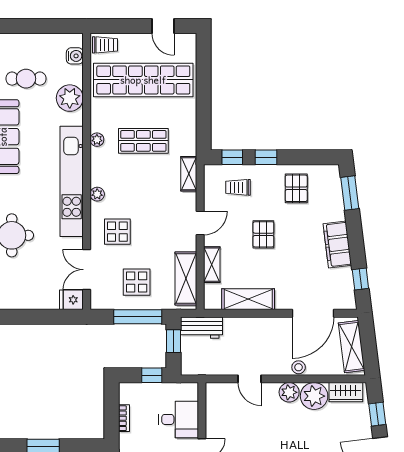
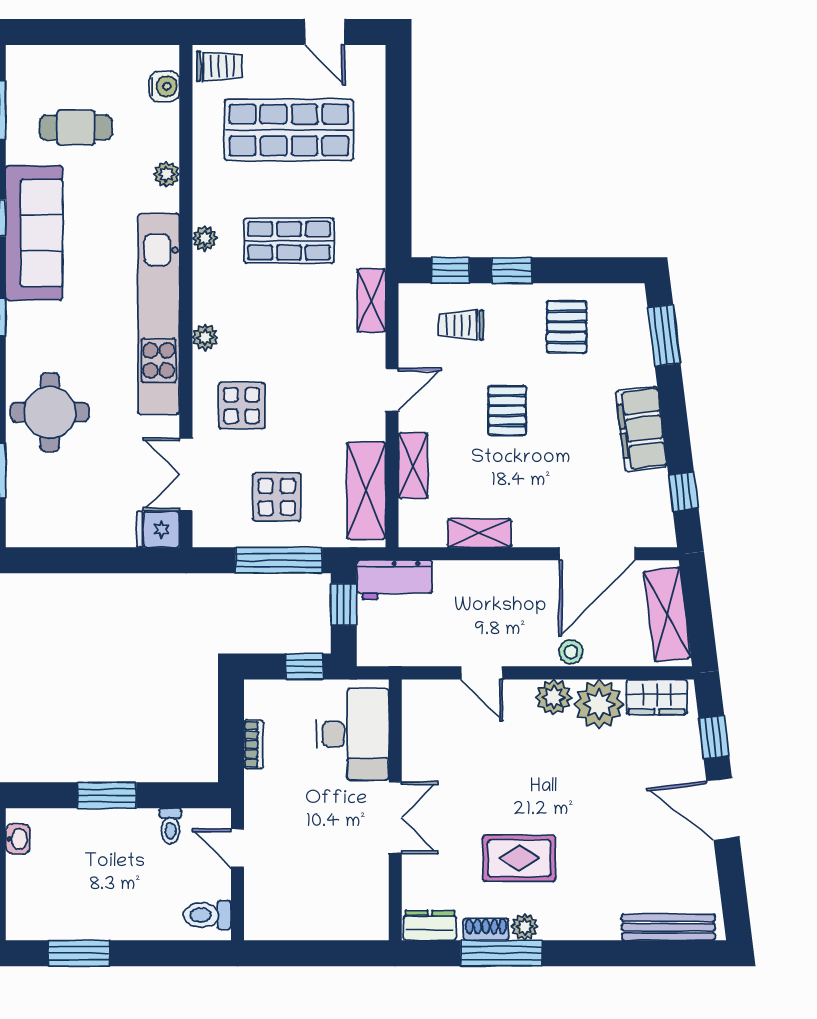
shop shelf: (143, 80) -> (289, 130), width x0.71
plant: (70, 98) -> (167, 174), width x0.53, depth x0.53
shelving: (248, 299) -> (479, 533), width x0.67, depth x0.75
desk: (179, 419) -> (353, 734), width x1.37

